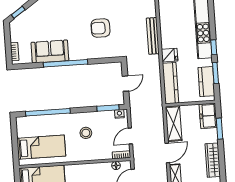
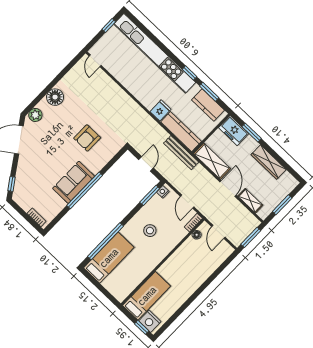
bench: (153, 36) -> (181, 153), moved
sofa: (50, 51) -> (74, 182), moved
bed: (41, 147) -> (109, 258), moved

